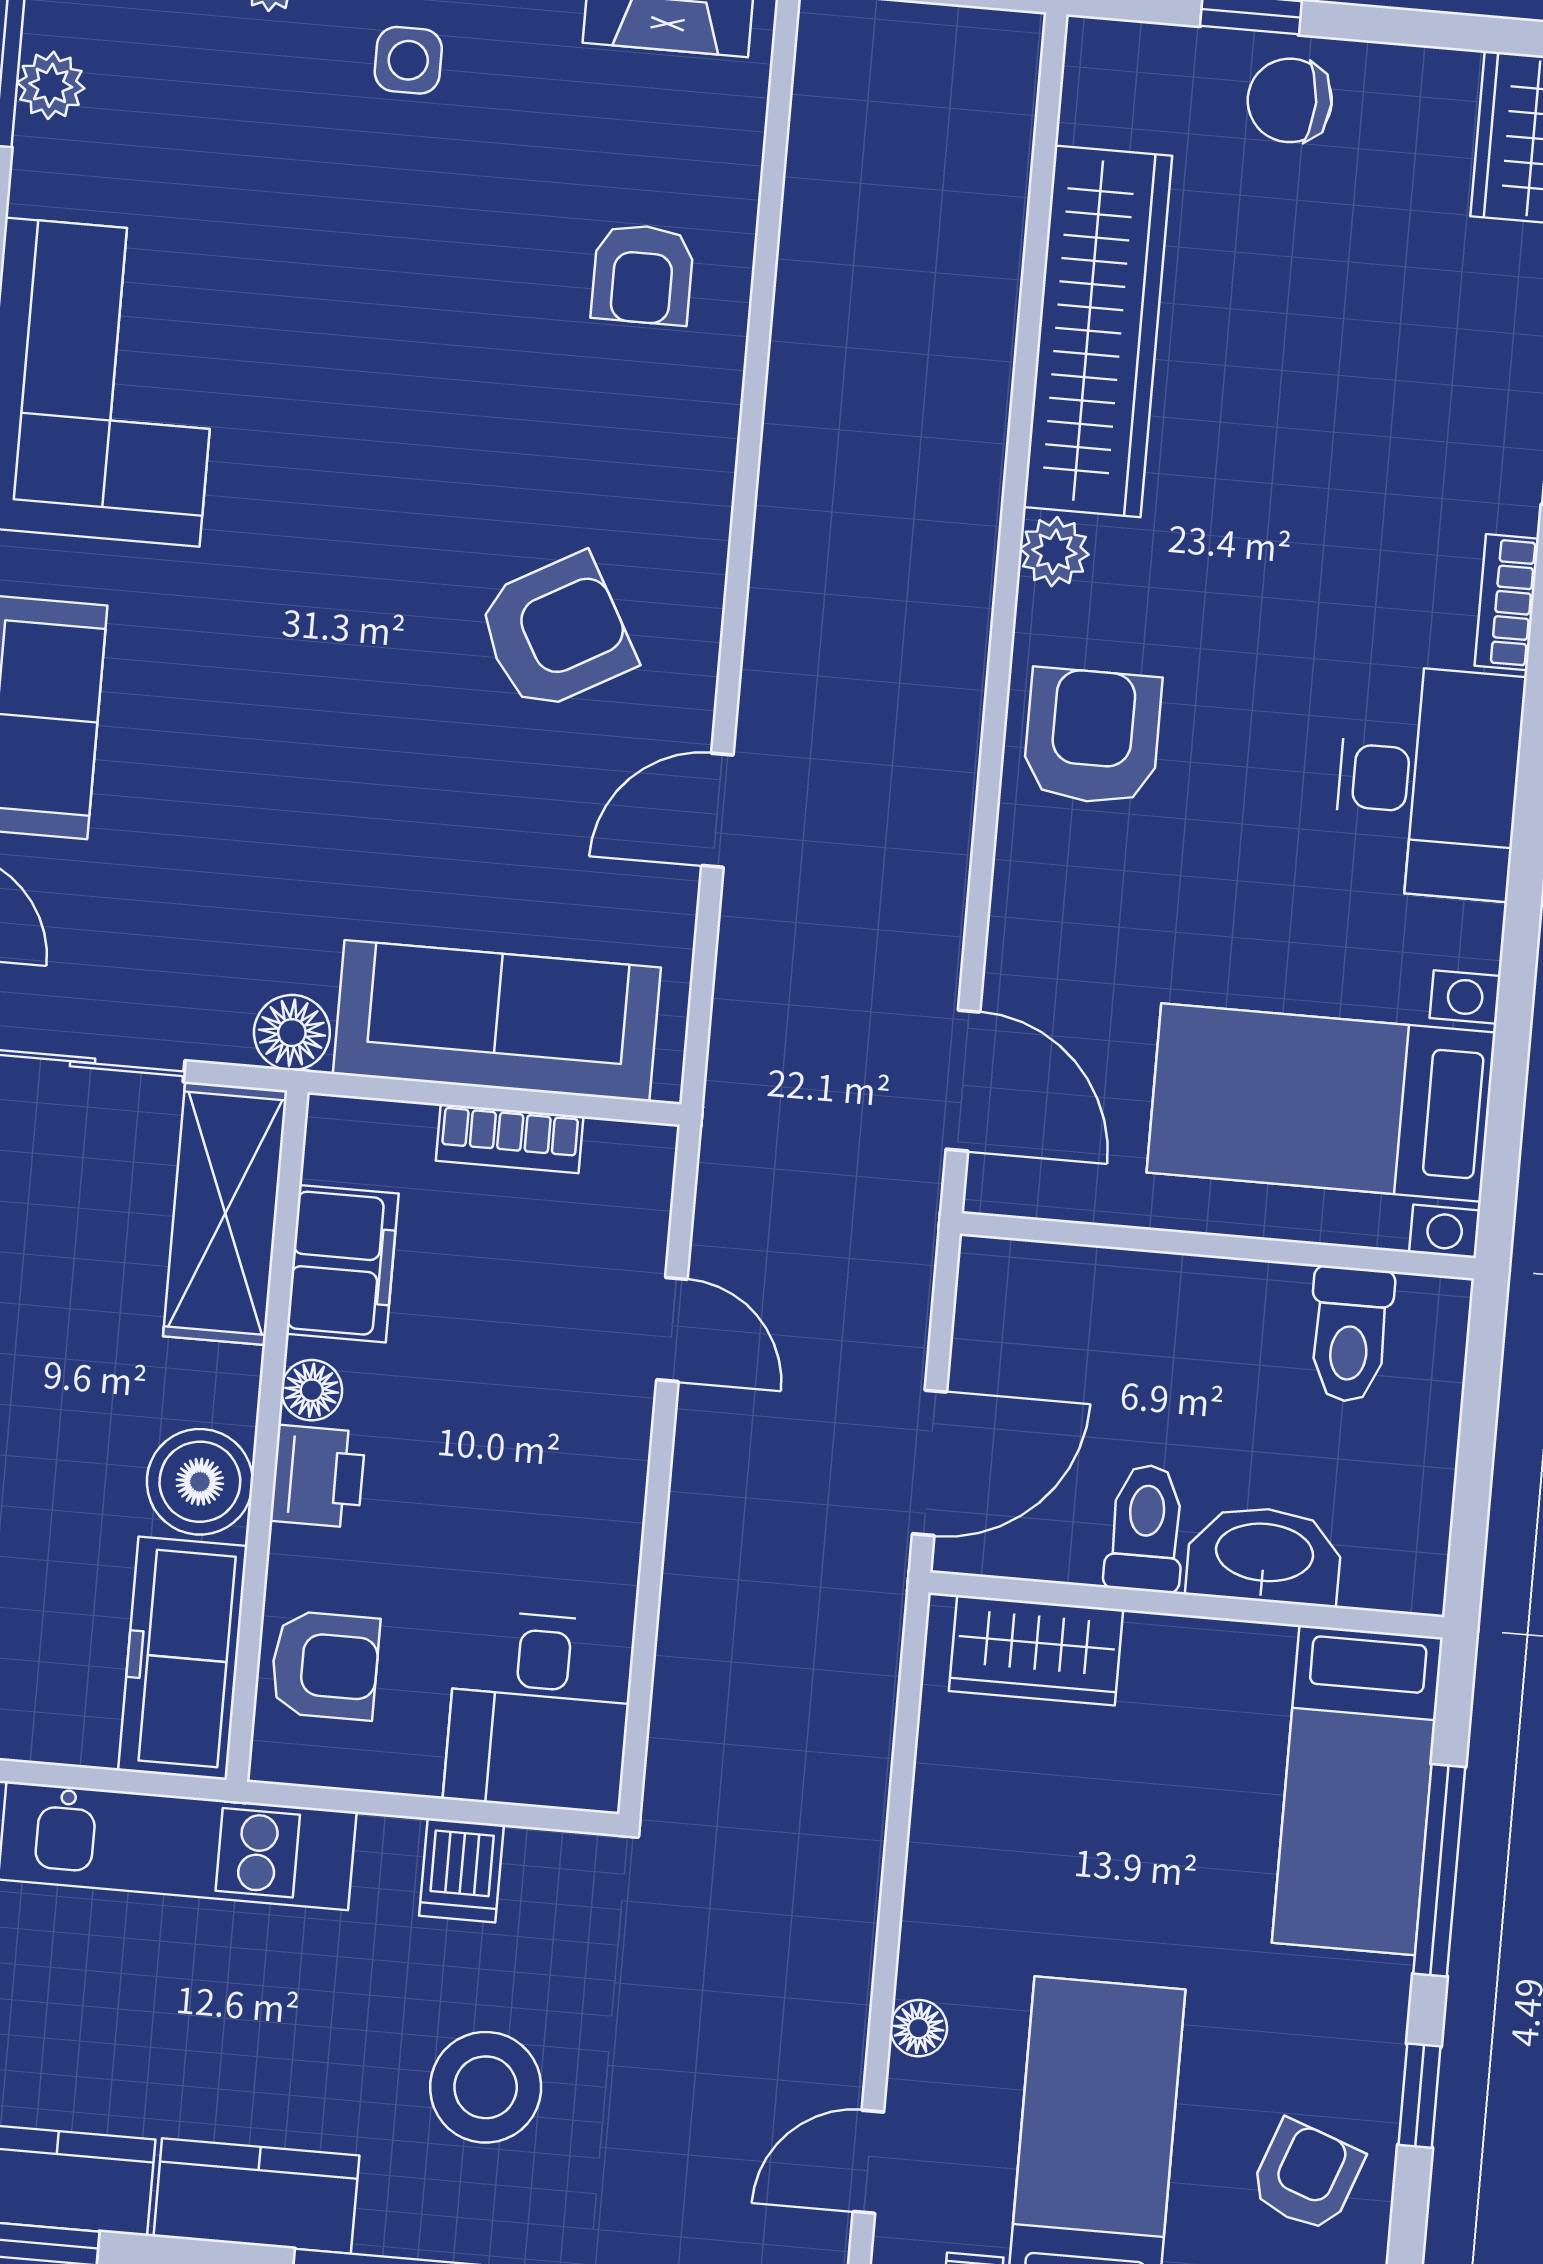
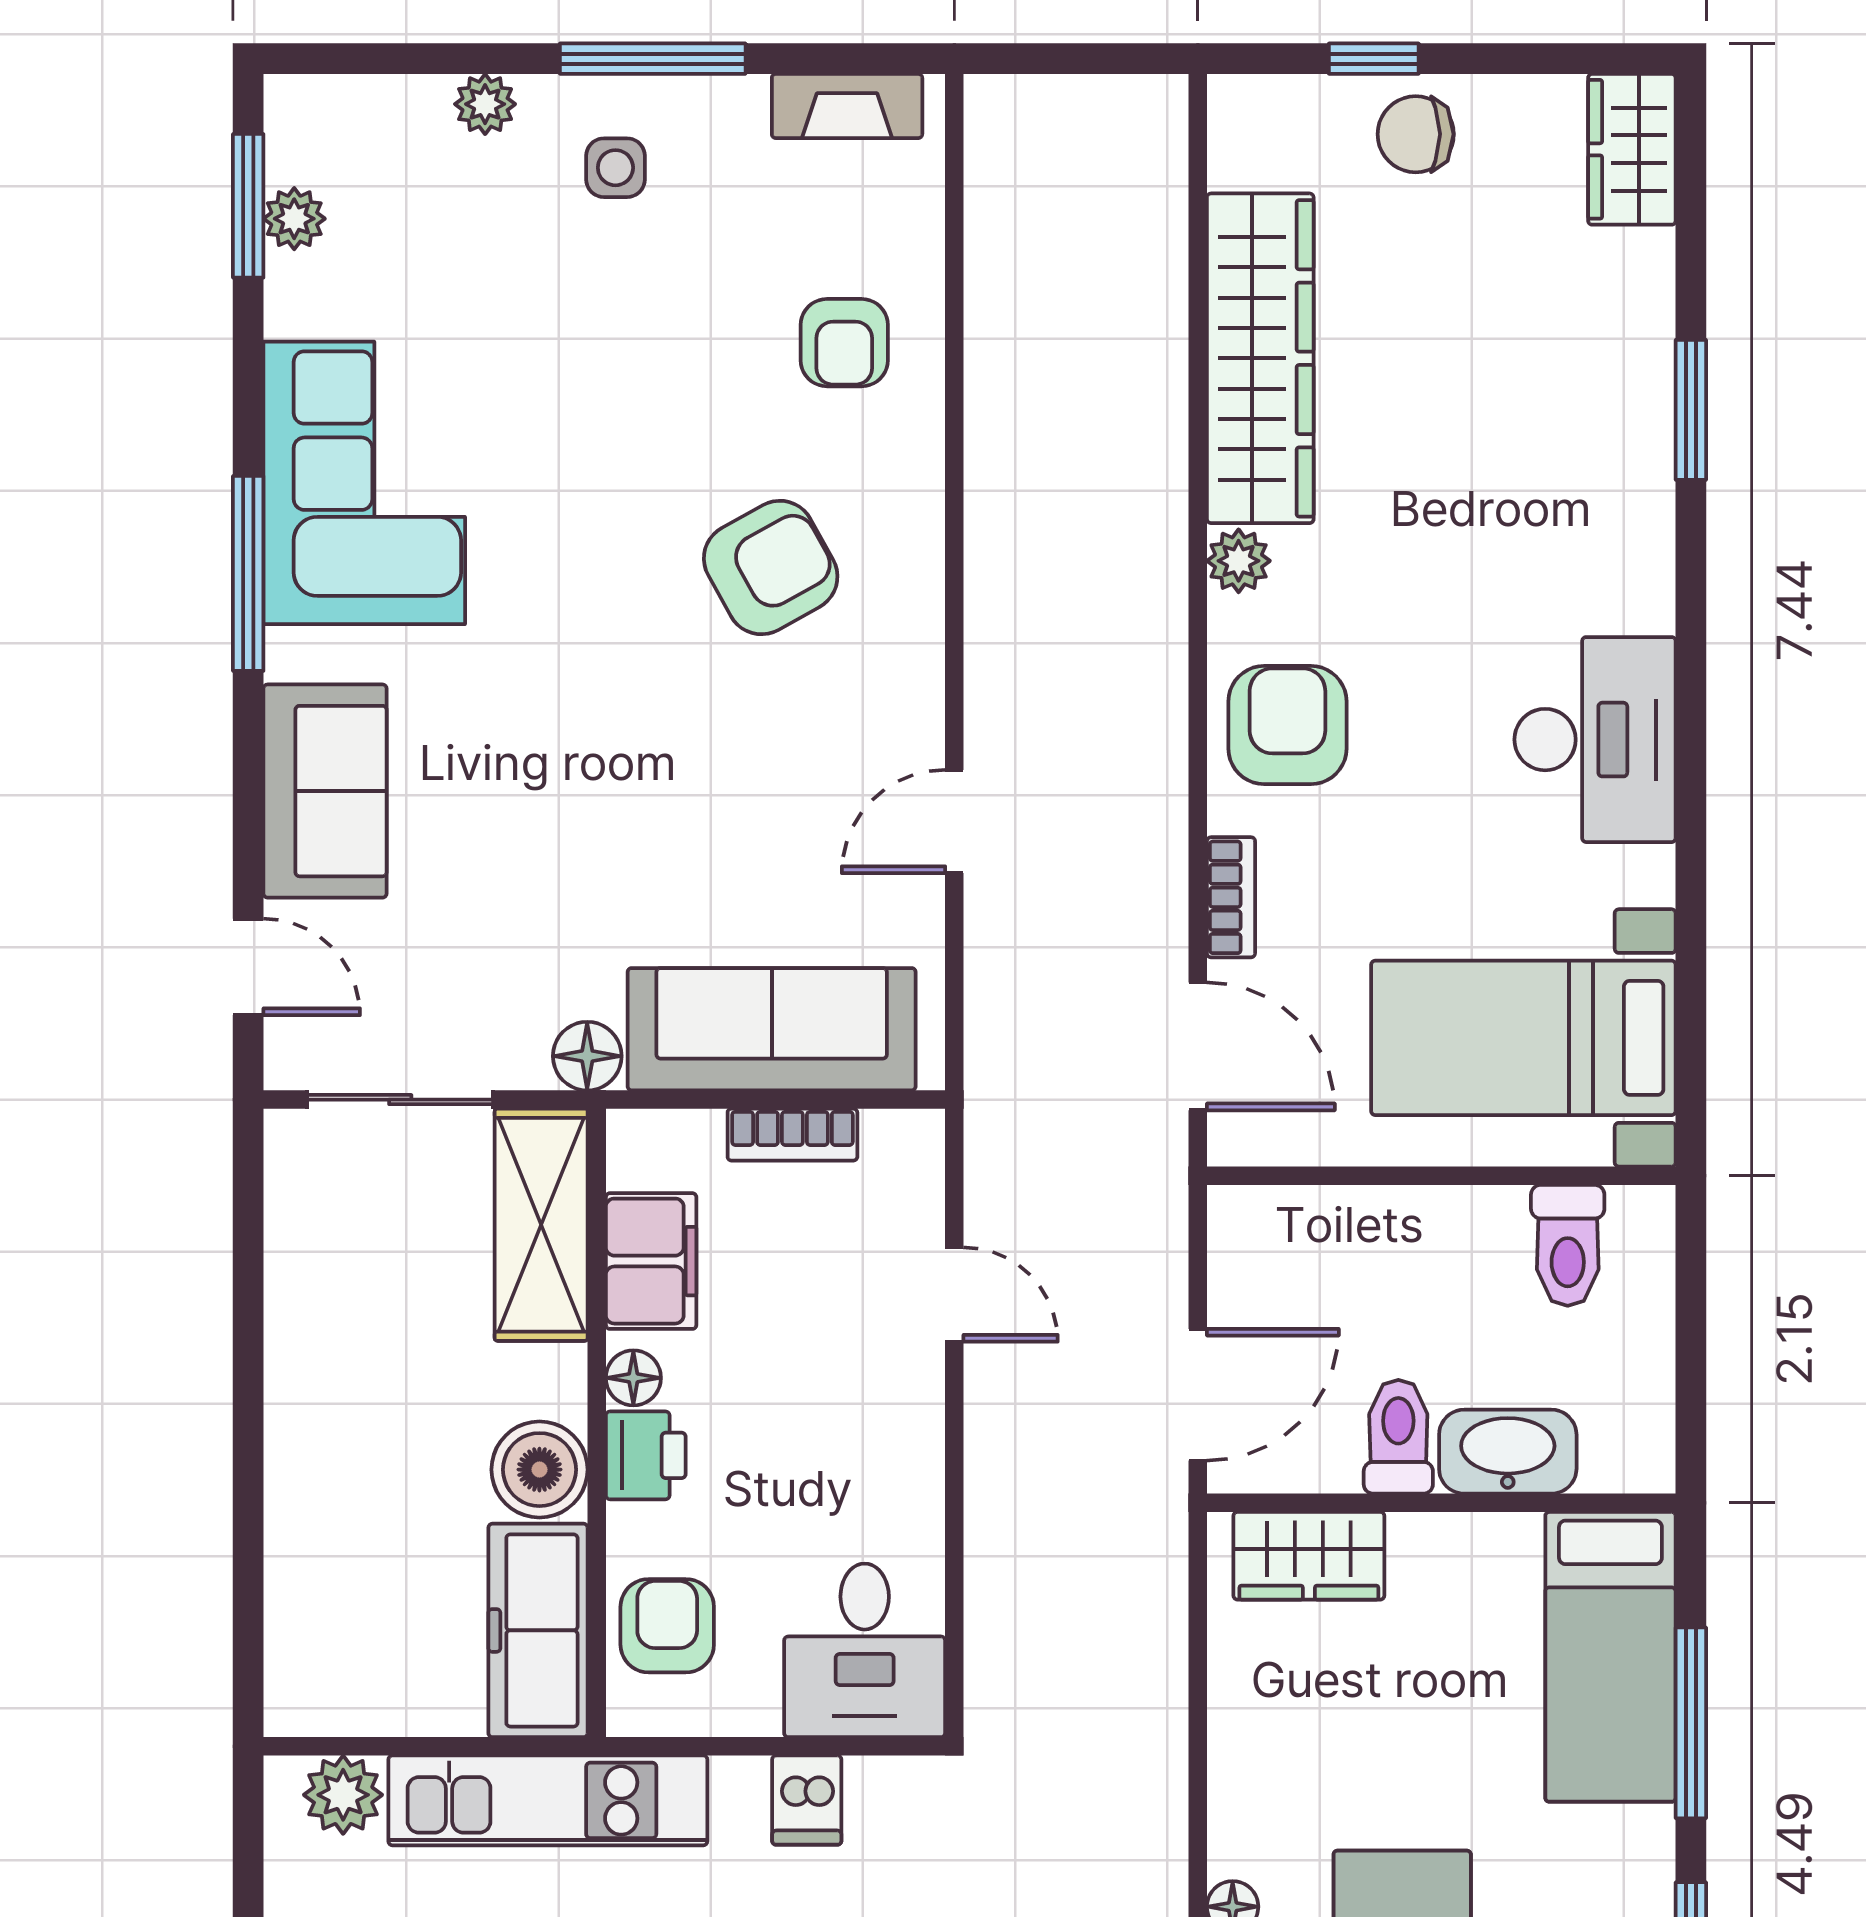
bookcase: (1507, 602) -> (1231, 897), moved, turned 180
armchair: (556, 633) -> (771, 567), moved
armchair: (325, 1665) -> (667, 1626), turned -90

